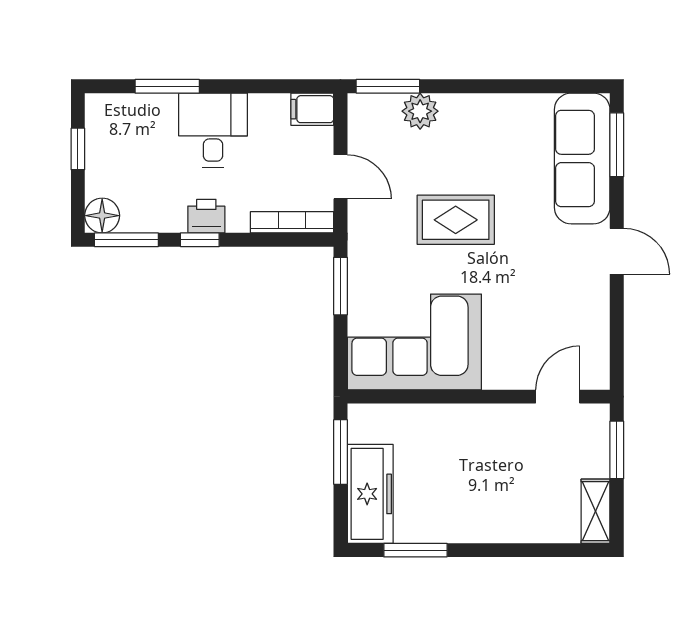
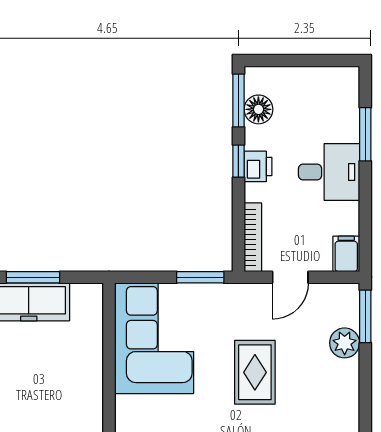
window: (78, 149) -> (313, 61), removed
floor lamp: (102, 216) -> (258, 109), moved
window: (341, 452) -> (33, 277), moved

